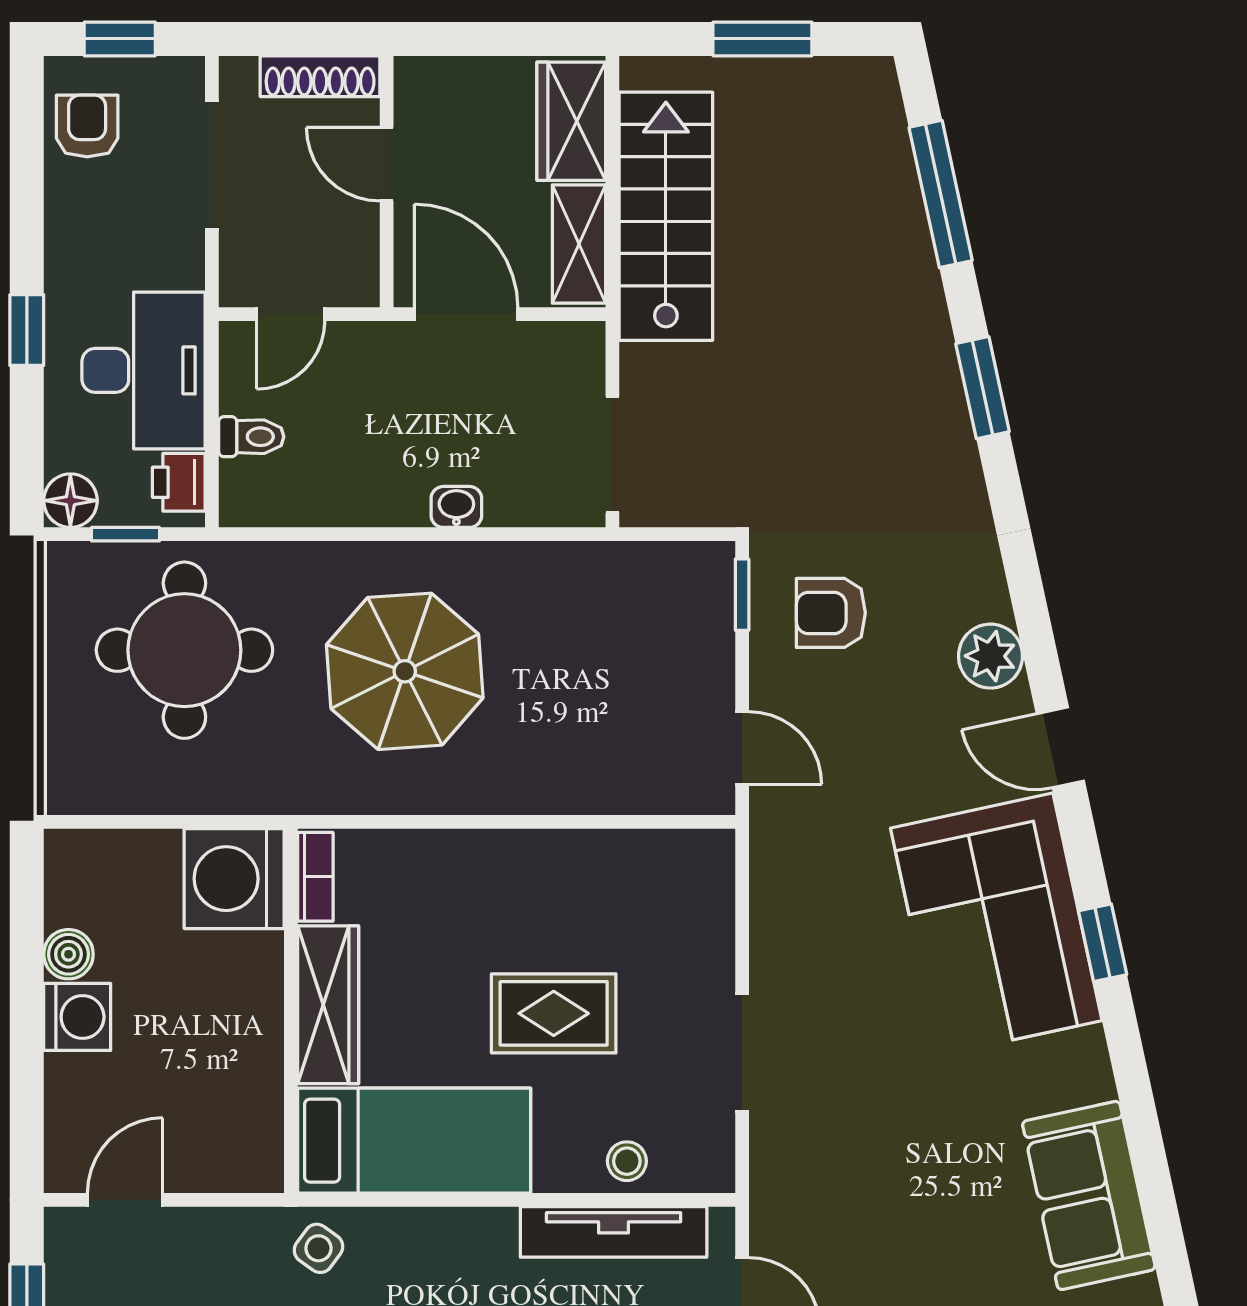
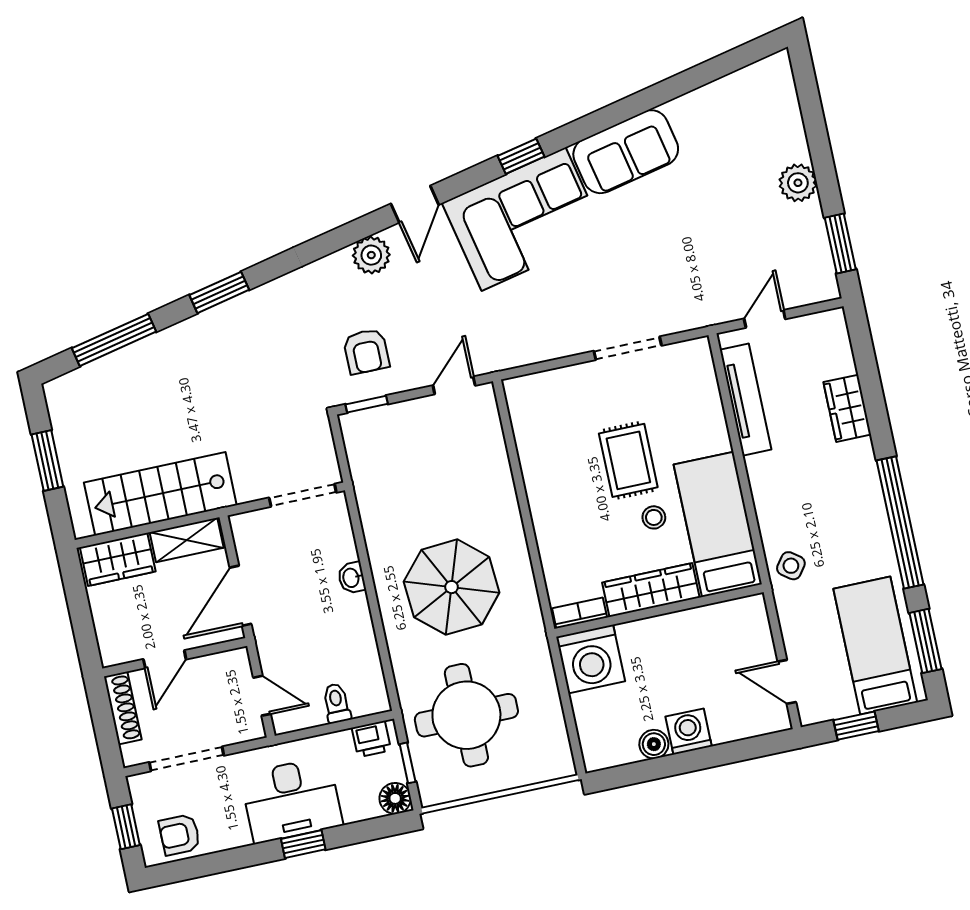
desk: (143, 370) -> (291, 800), moved, turned 180
stool: (627, 1161) -> (654, 517), moved
sofa: (1089, 1195) -> (626, 152), moved

